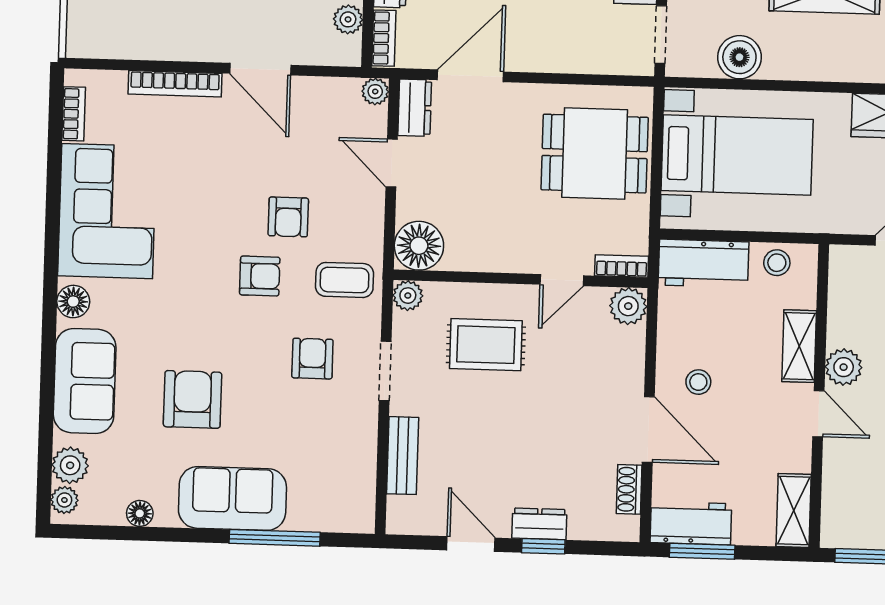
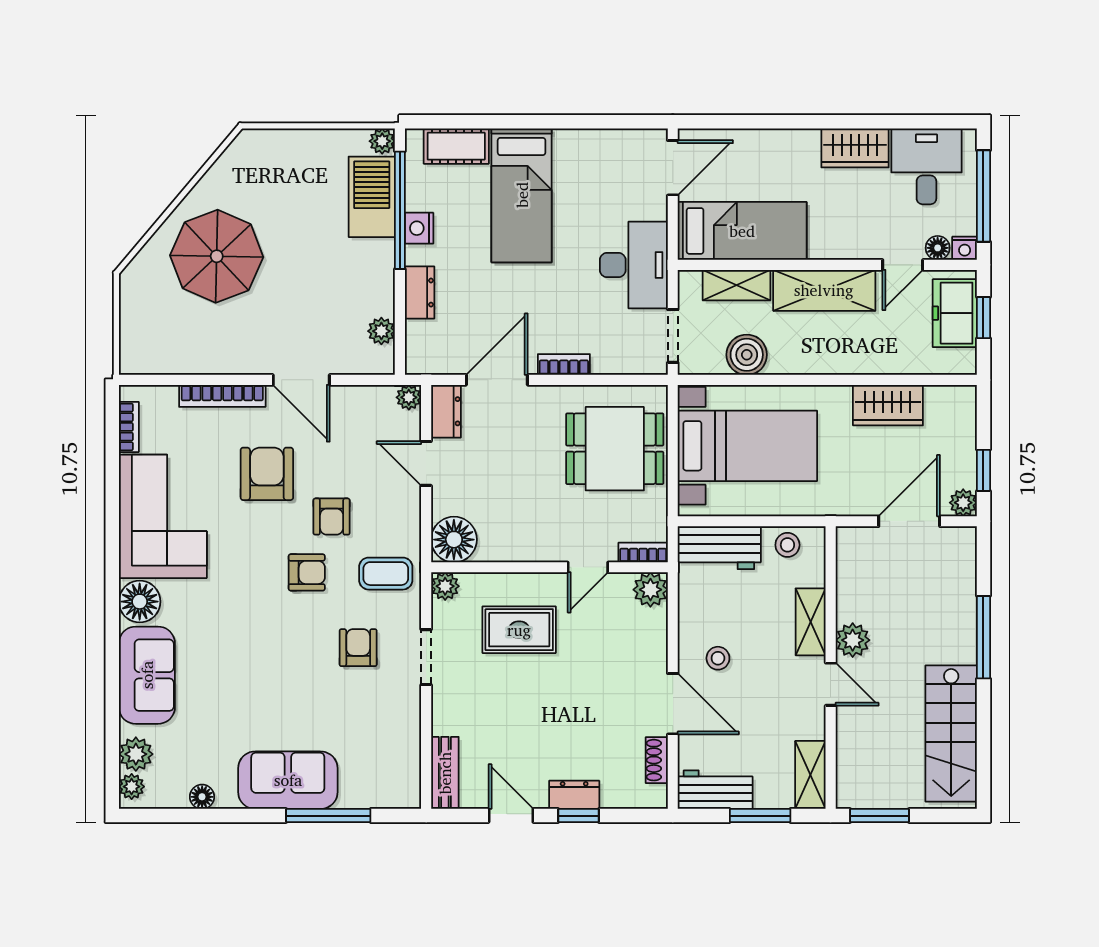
bookcase: (384, 38) -> (564, 365), moved, turned -90
floor lamp: (73, 302) -> (140, 602), width x1.38, depth x1.38
armchair: (193, 399) -> (267, 474), moved
bench: (403, 456) -> (445, 773), moved
window: (702, 551) -> (760, 816), moved

